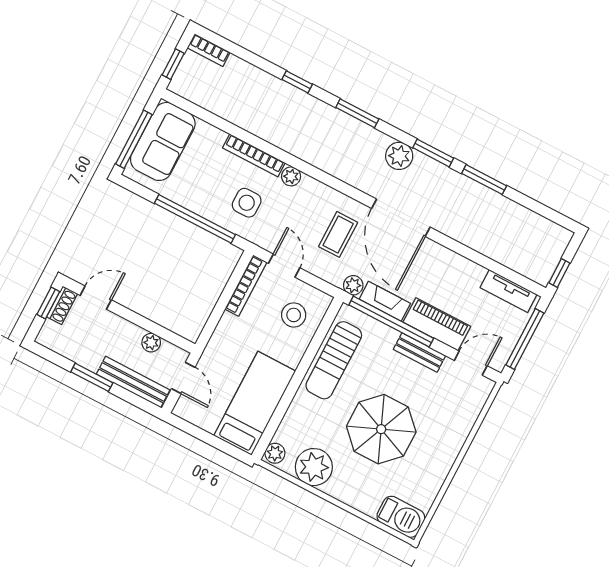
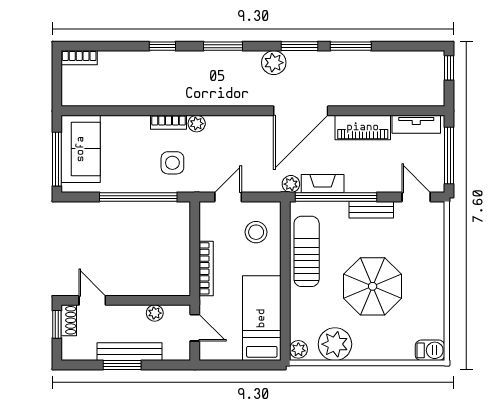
window: (173, 64) -> (57, 83), removed
bookcase: (254, 155) -> (169, 122), width x0.64
door: (401, 218) -> (301, 111), hinge flipped
coffee table: (338, 234) -> (258, 150), removed
door: (284, 266) -> (228, 197), hinge flipped
window: (559, 273) -> (449, 68), moved
bookcase: (246, 286) -> (206, 268), moved
door: (96, 298) -> (92, 300), hinge flipped
piano: (437, 324) -> (363, 128), moved, turned 180
sun lounger: (334, 360) -> (307, 251), turned 180
door: (471, 363) -> (416, 197), hinge flipped
bench: (133, 382) -> (129, 352), moved
barbecue: (401, 517) -> (430, 350), width x0.73, depth x0.79

